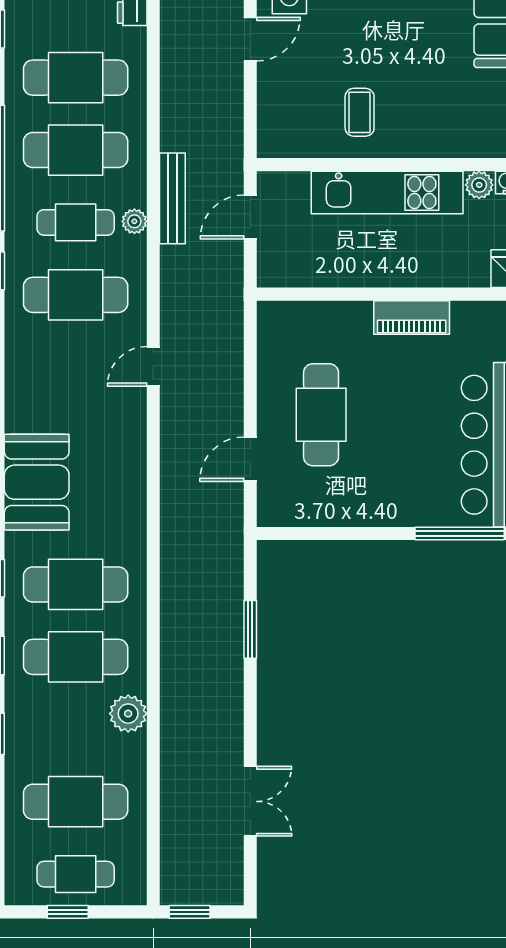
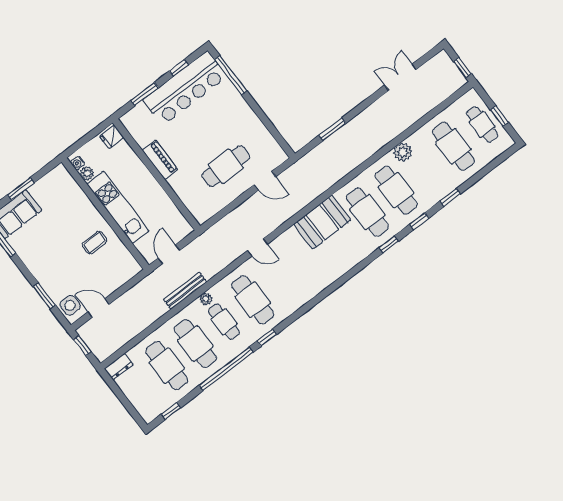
door: (250, 217) -> (169, 254), swing flipped
booth: (37, 482) -> (322, 222), moved

